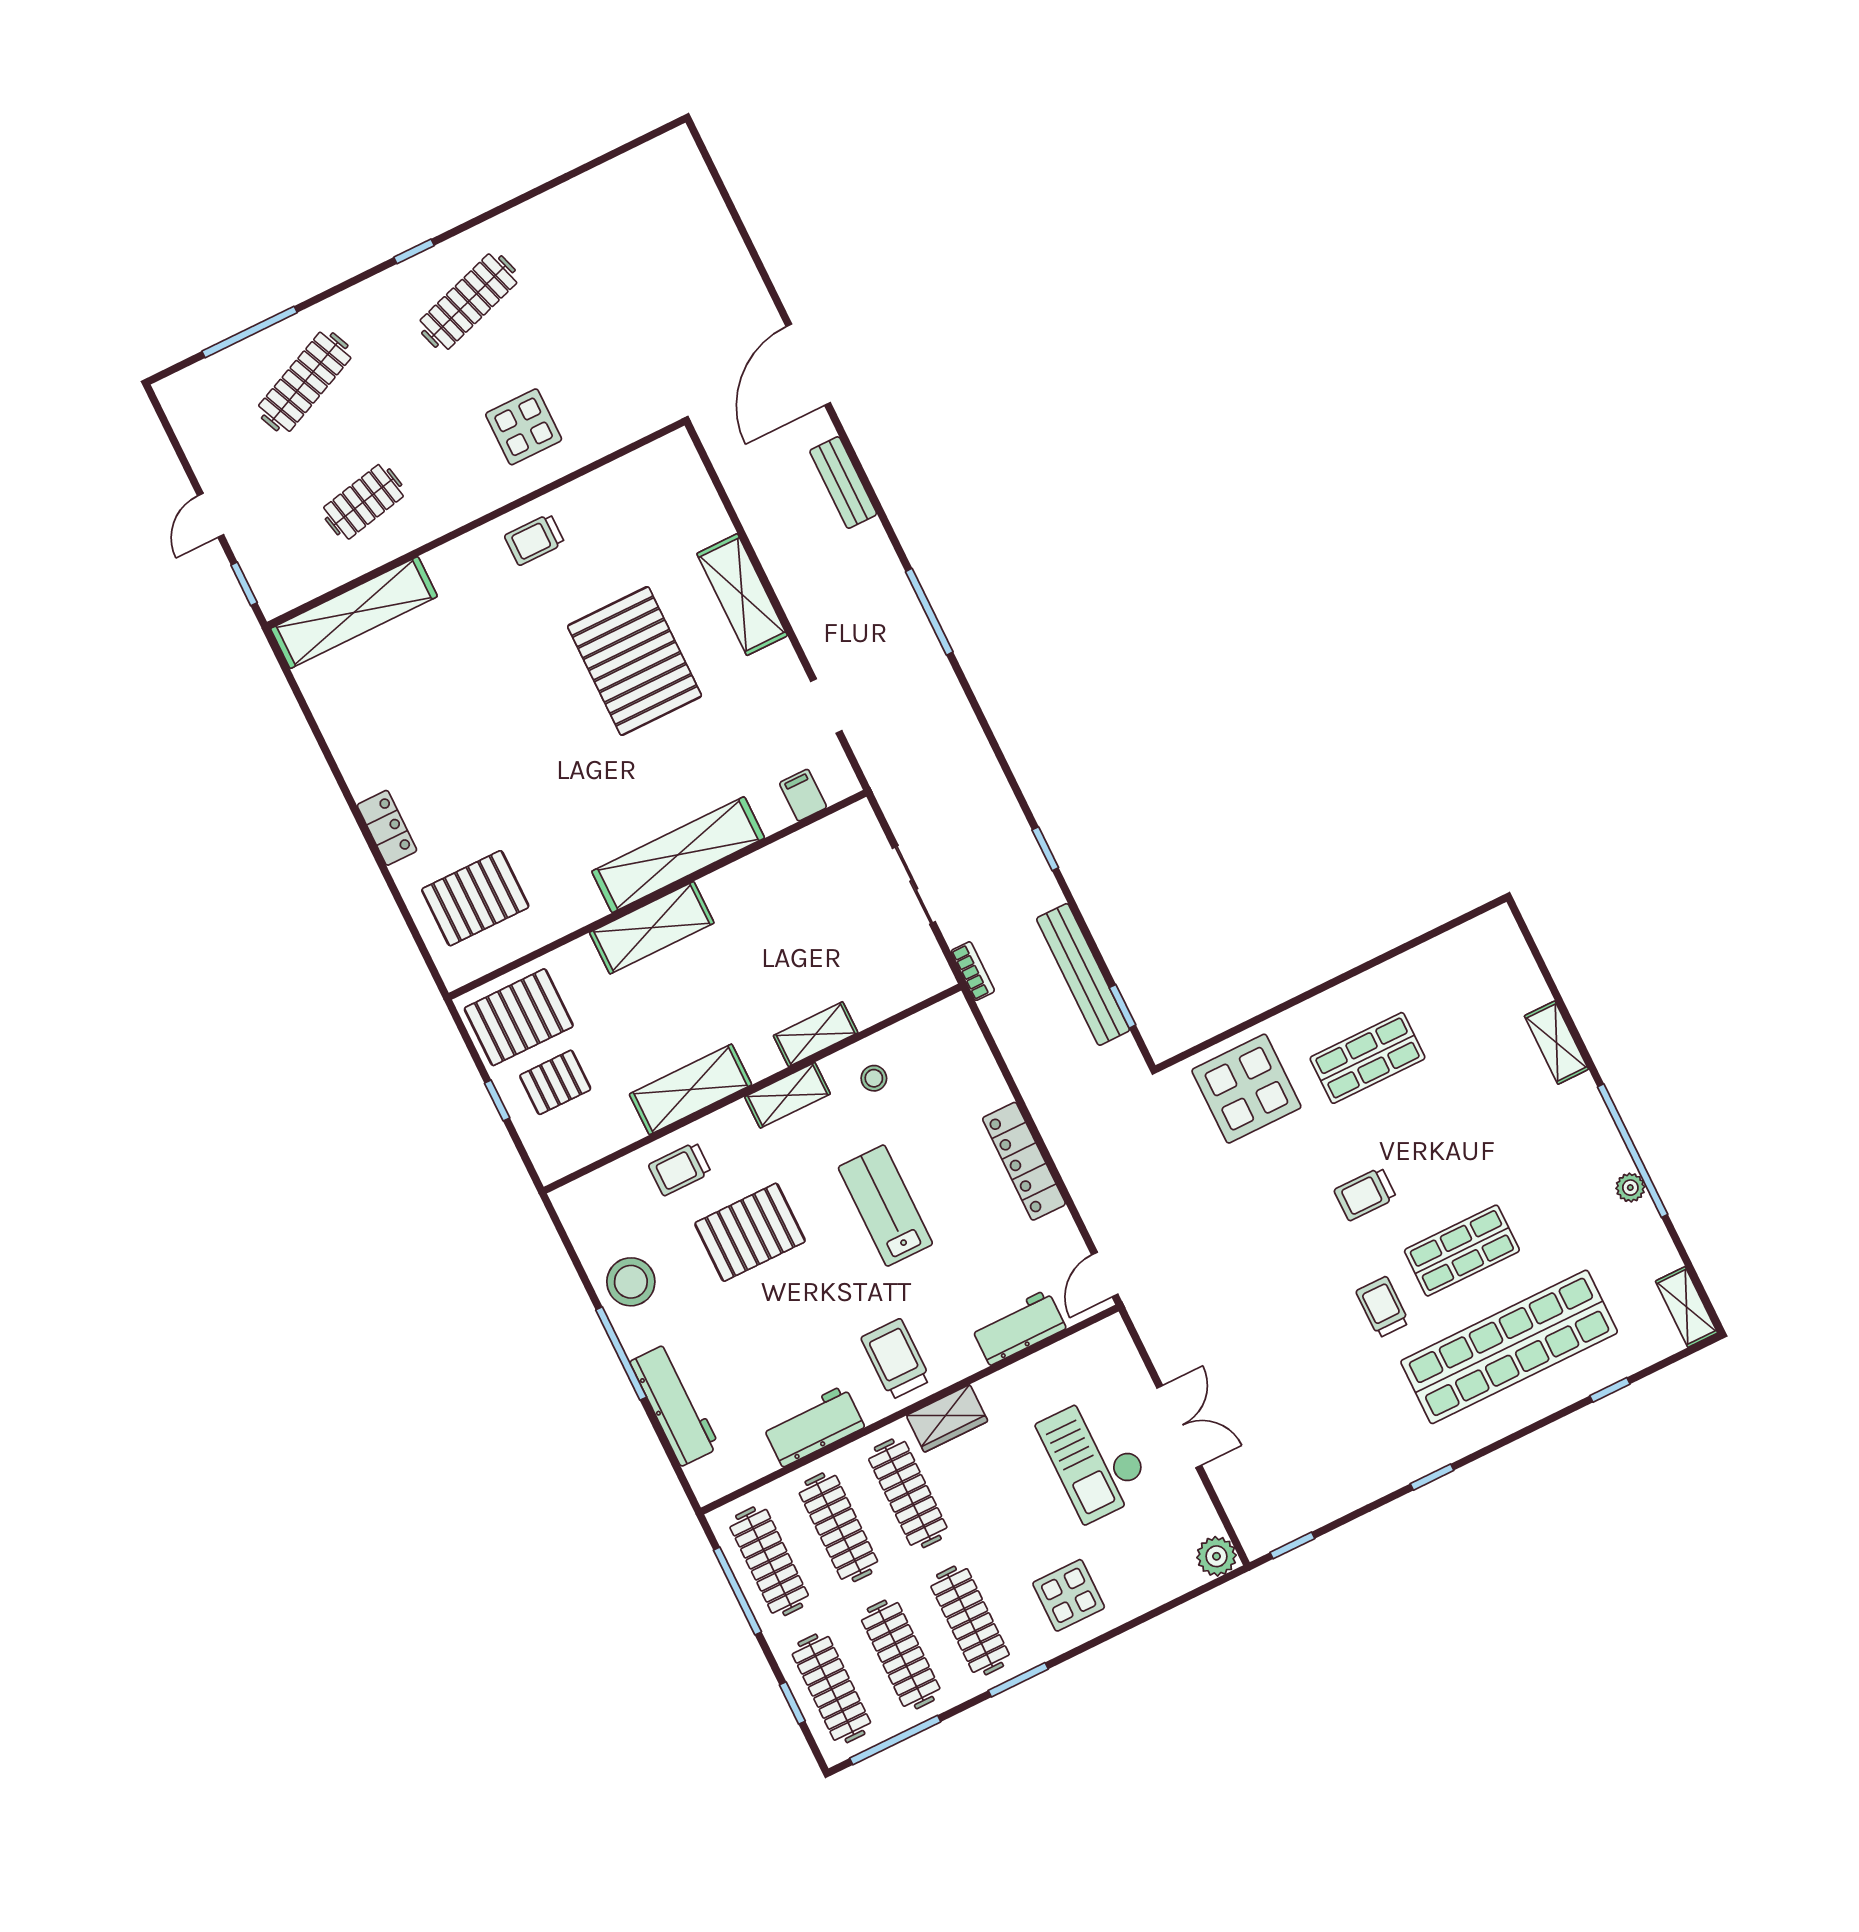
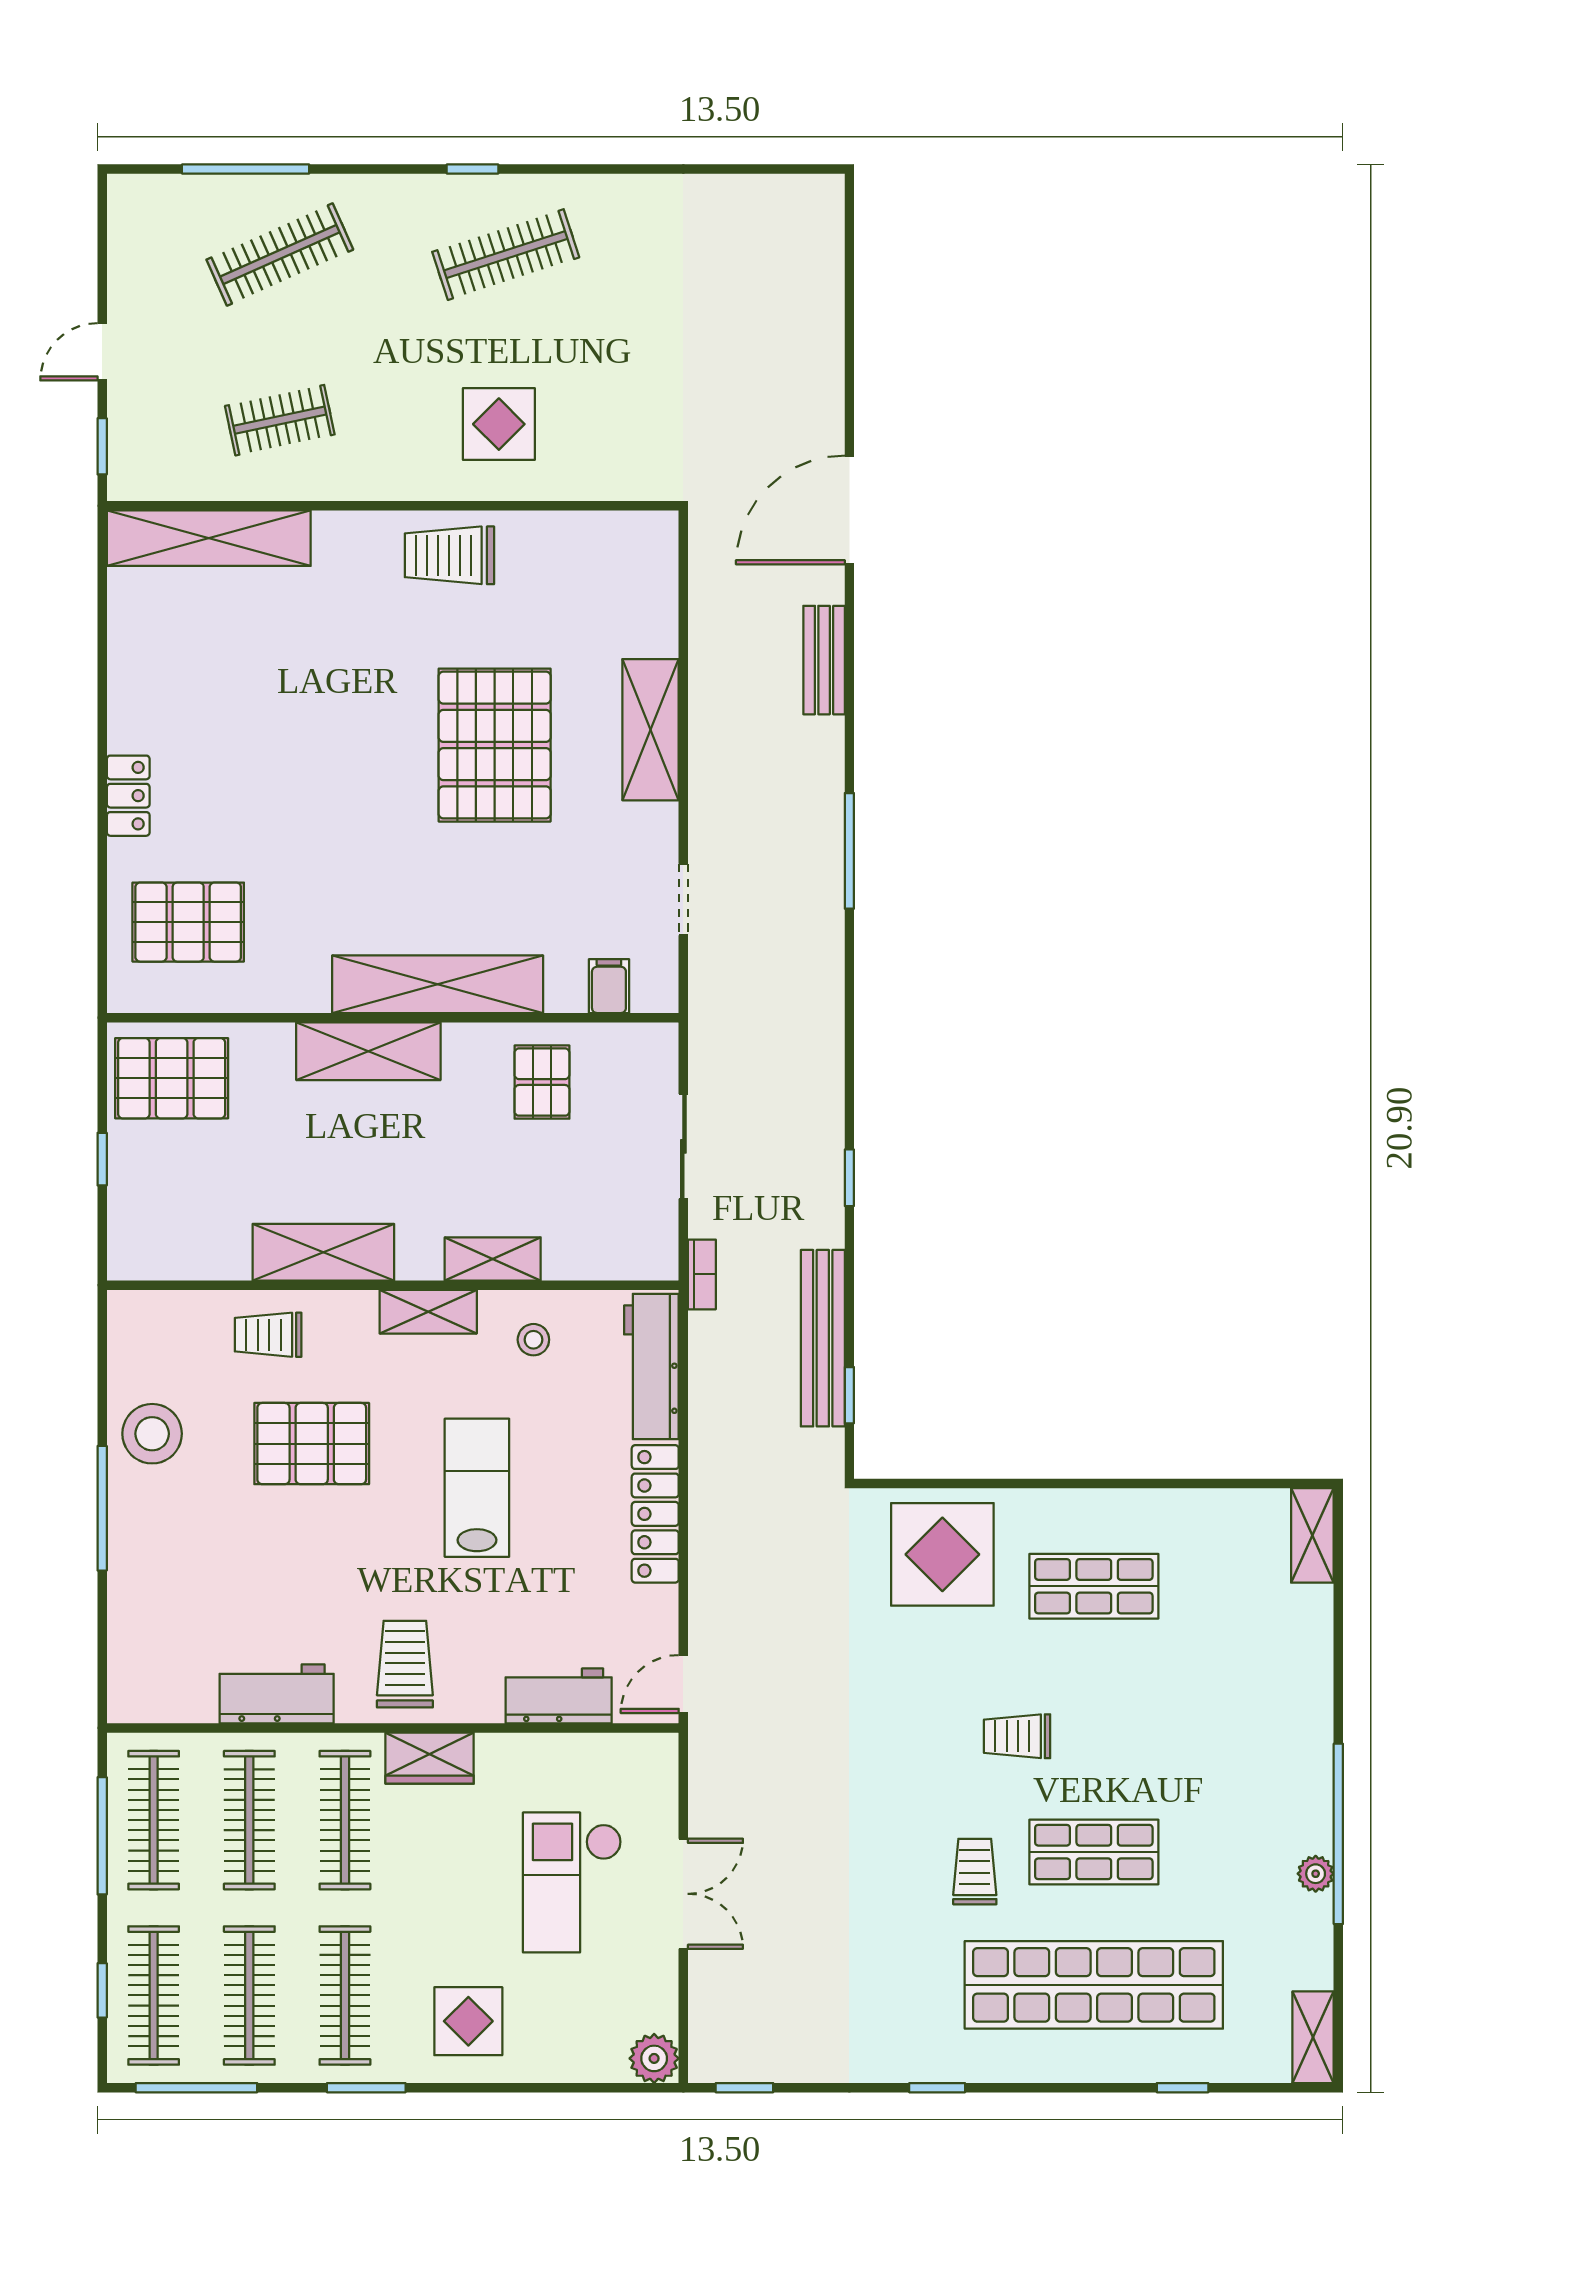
trolley: (534, 540) -> (449, 555), width x1.36, depth x1.39
shelving: (1556, 1043) -> (1312, 1535), moved
pallet: (555, 1082) -> (542, 1082), moved, turned 90
workbench: (675, 1405) -> (651, 1366), moved, turned 180

